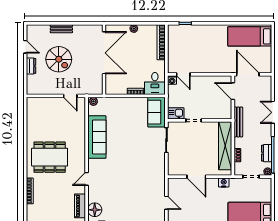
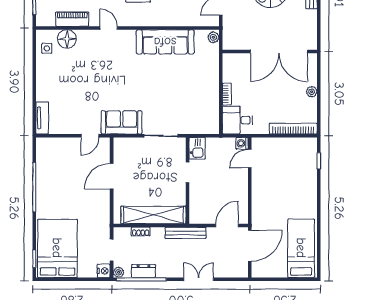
sofa: (157, 112) -> (122, 122), moved
nightstand: (224, 183) -> (104, 271), moved
door: (166, 203) -> (90, 136), moved

